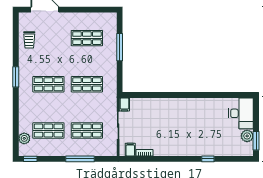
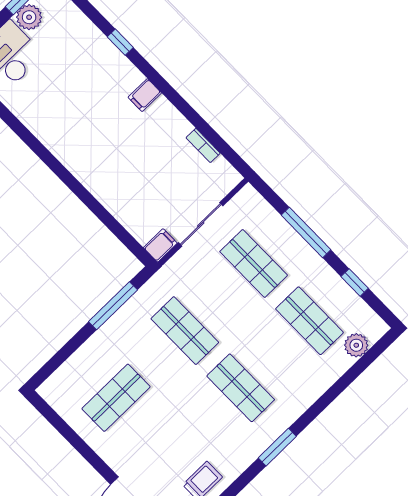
shop shelf: (87, 38) -> (116, 398), turned 90
window: (120, 47) -> (113, 306), moved
filing cabinet: (130, 150) -> (145, 95), moved
window: (30, 159) -> (355, 282), moved

